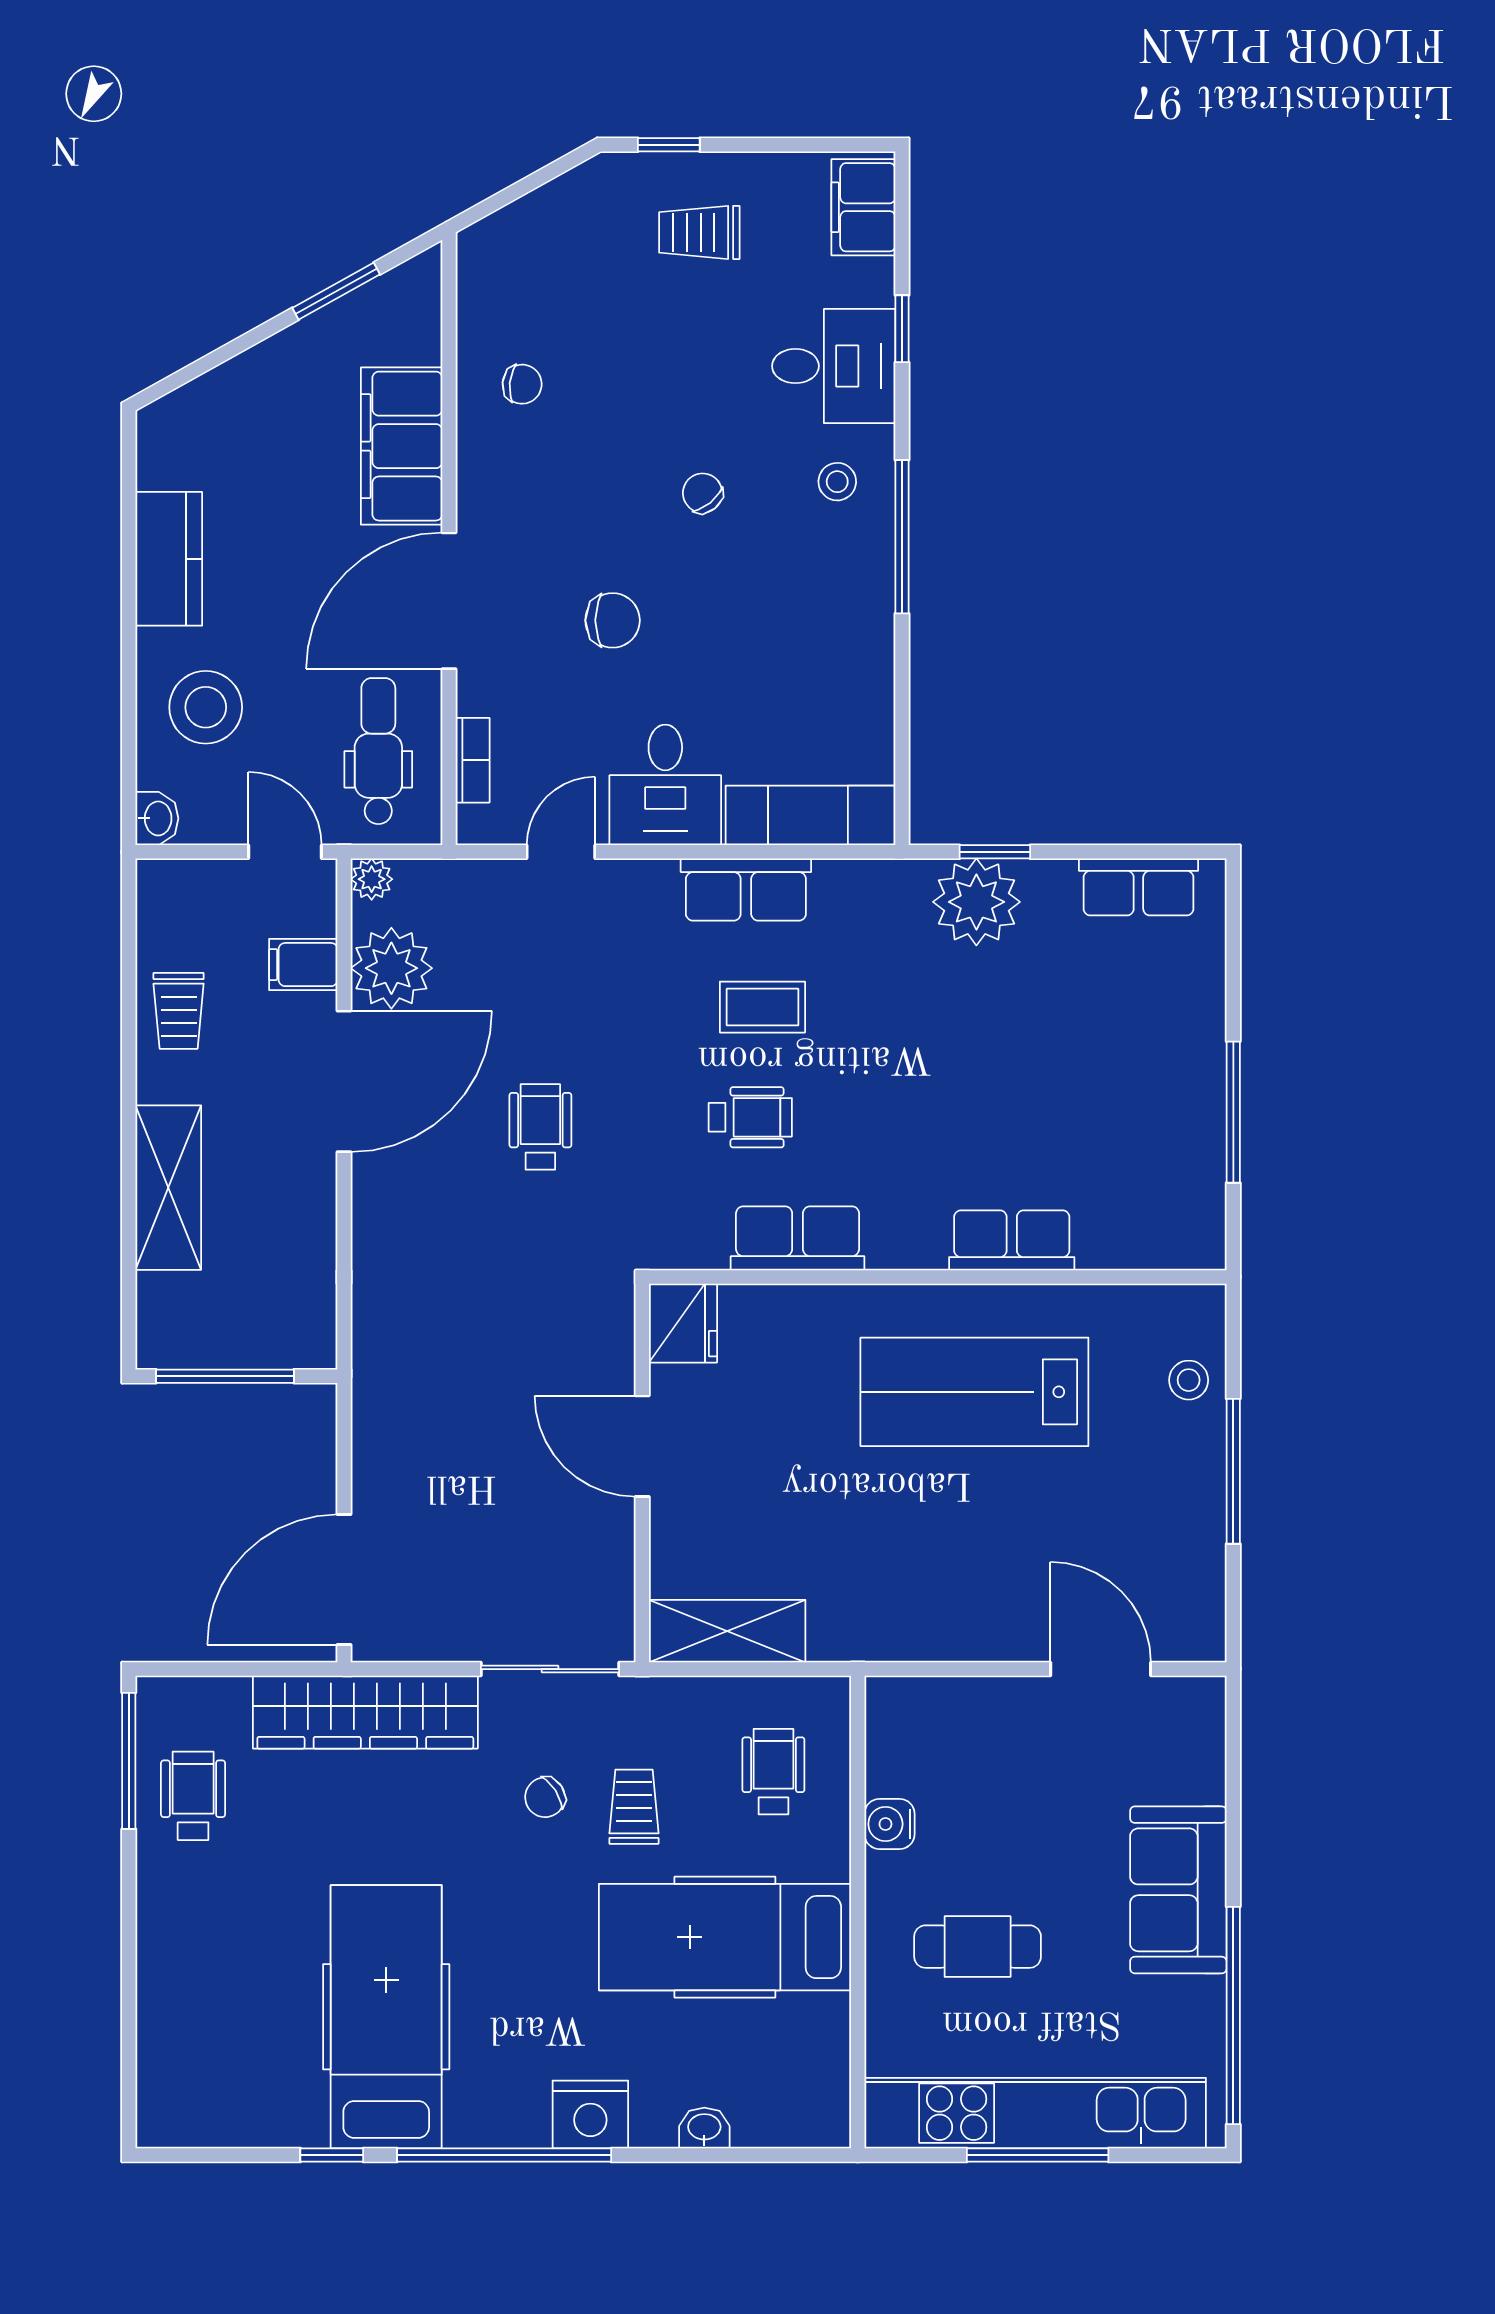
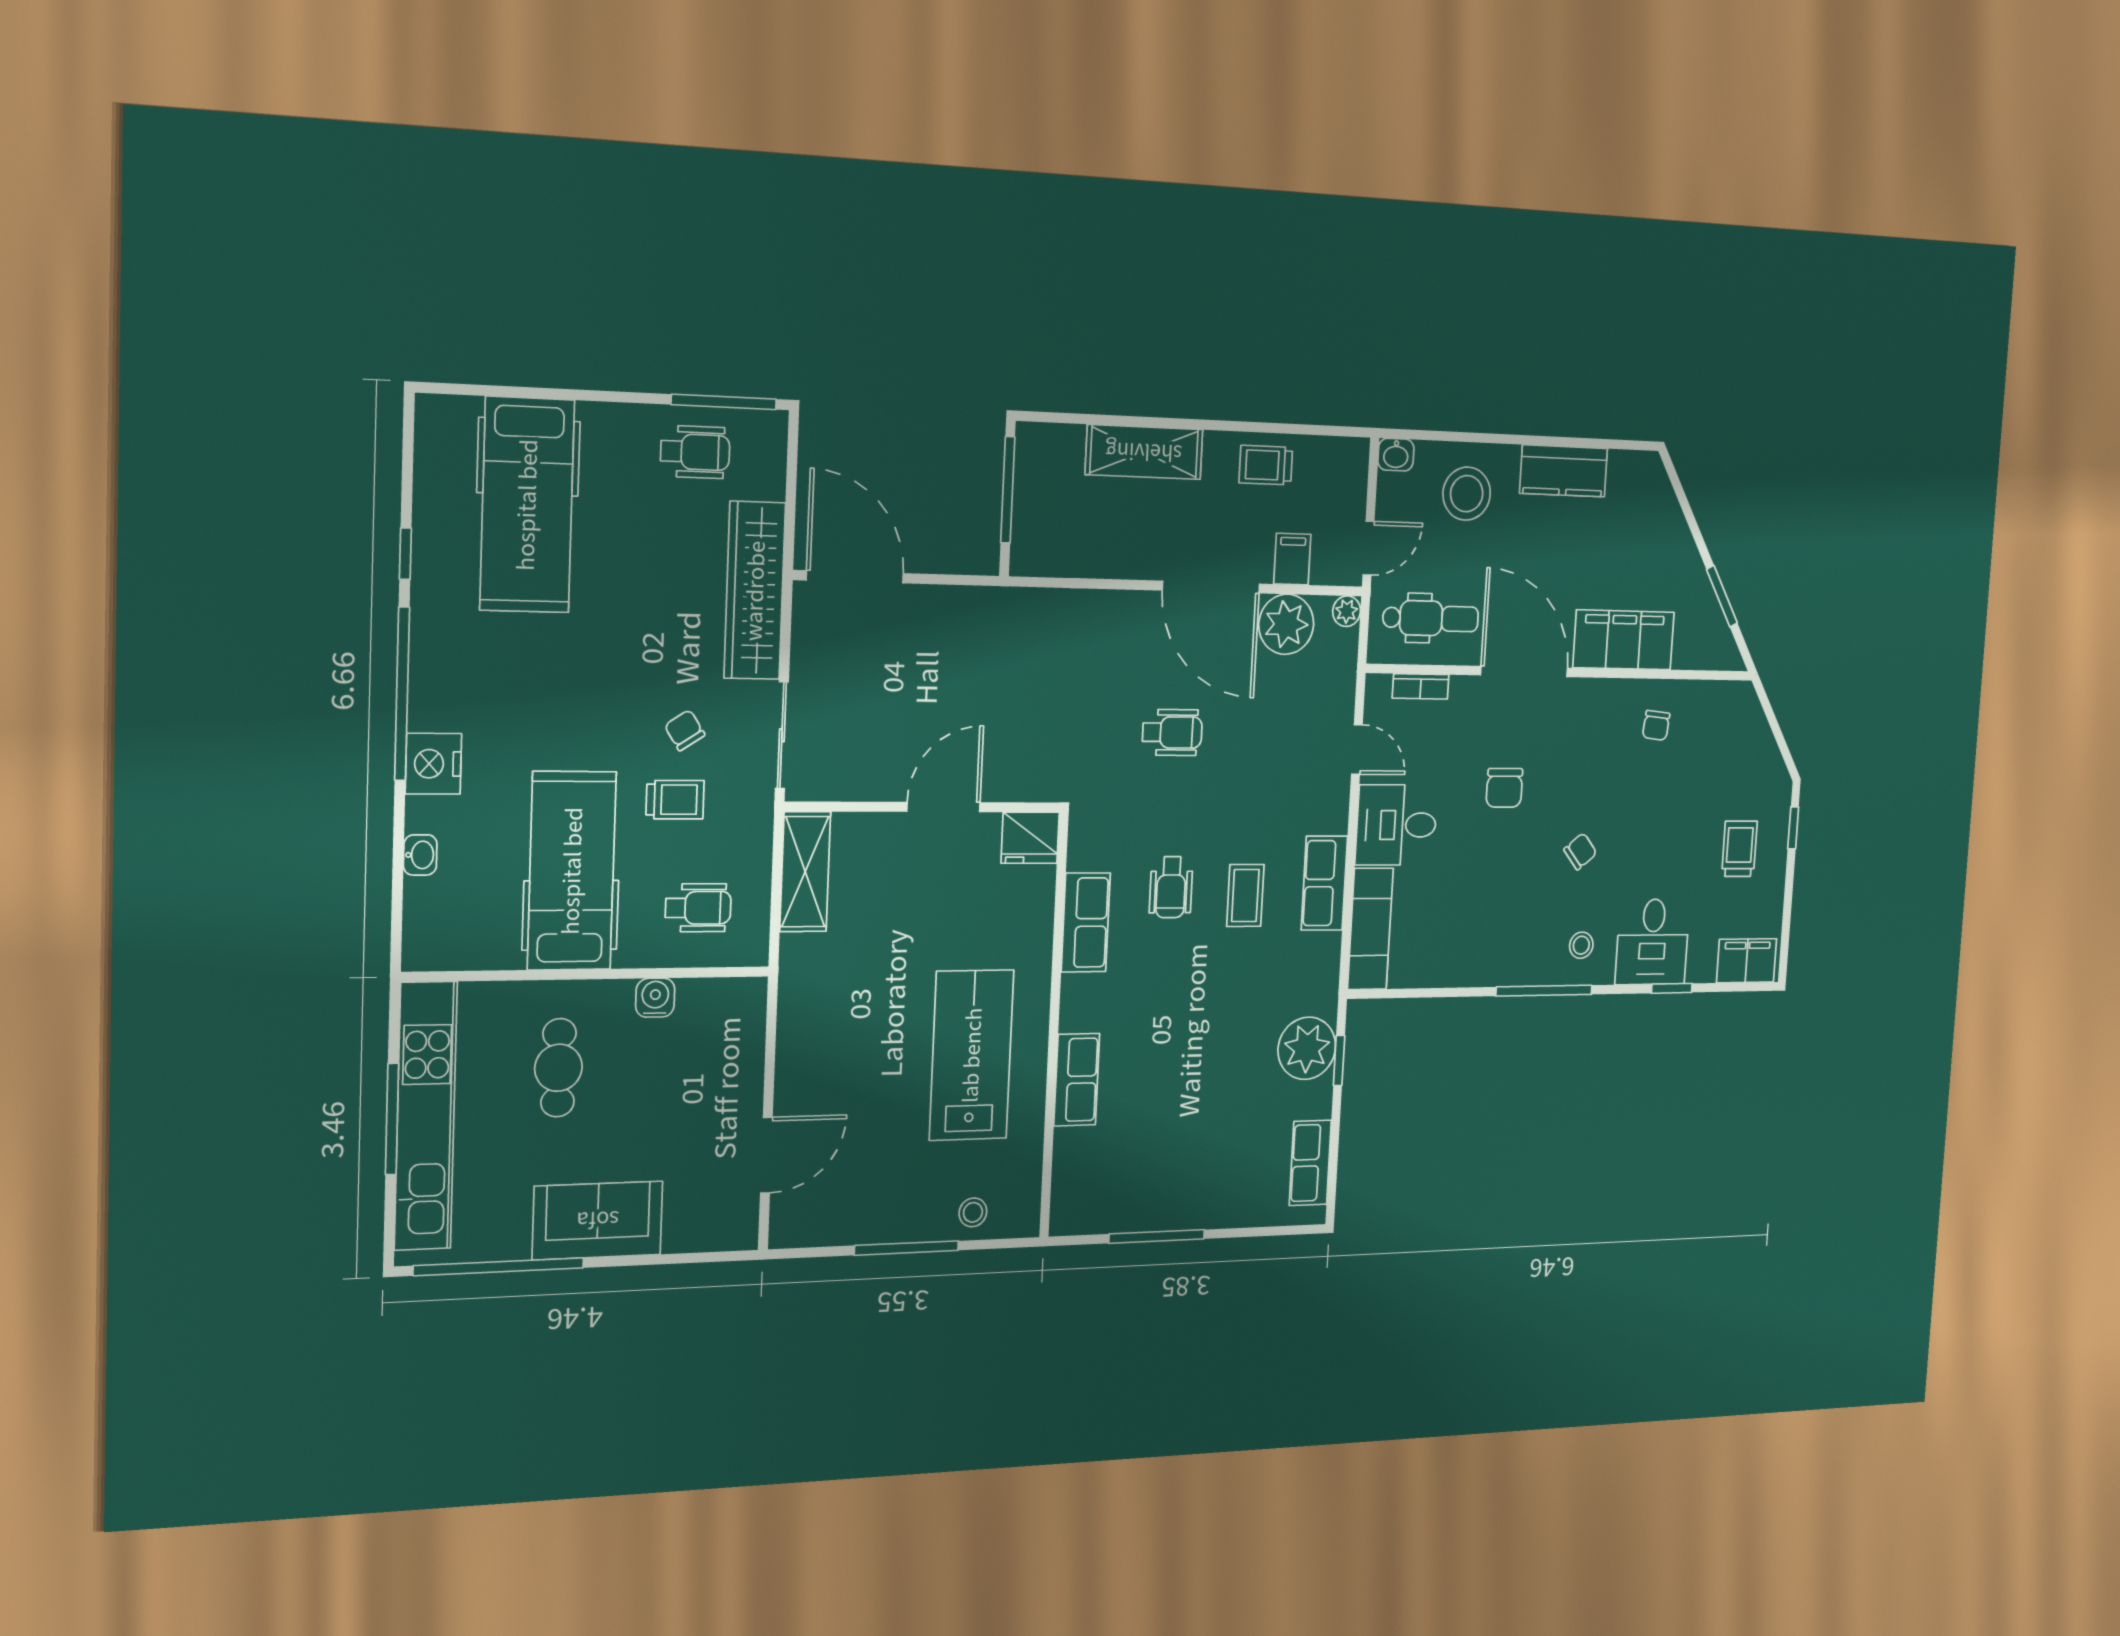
hospital bed: (386, 2017) -> (527, 505), moved, turned 90

